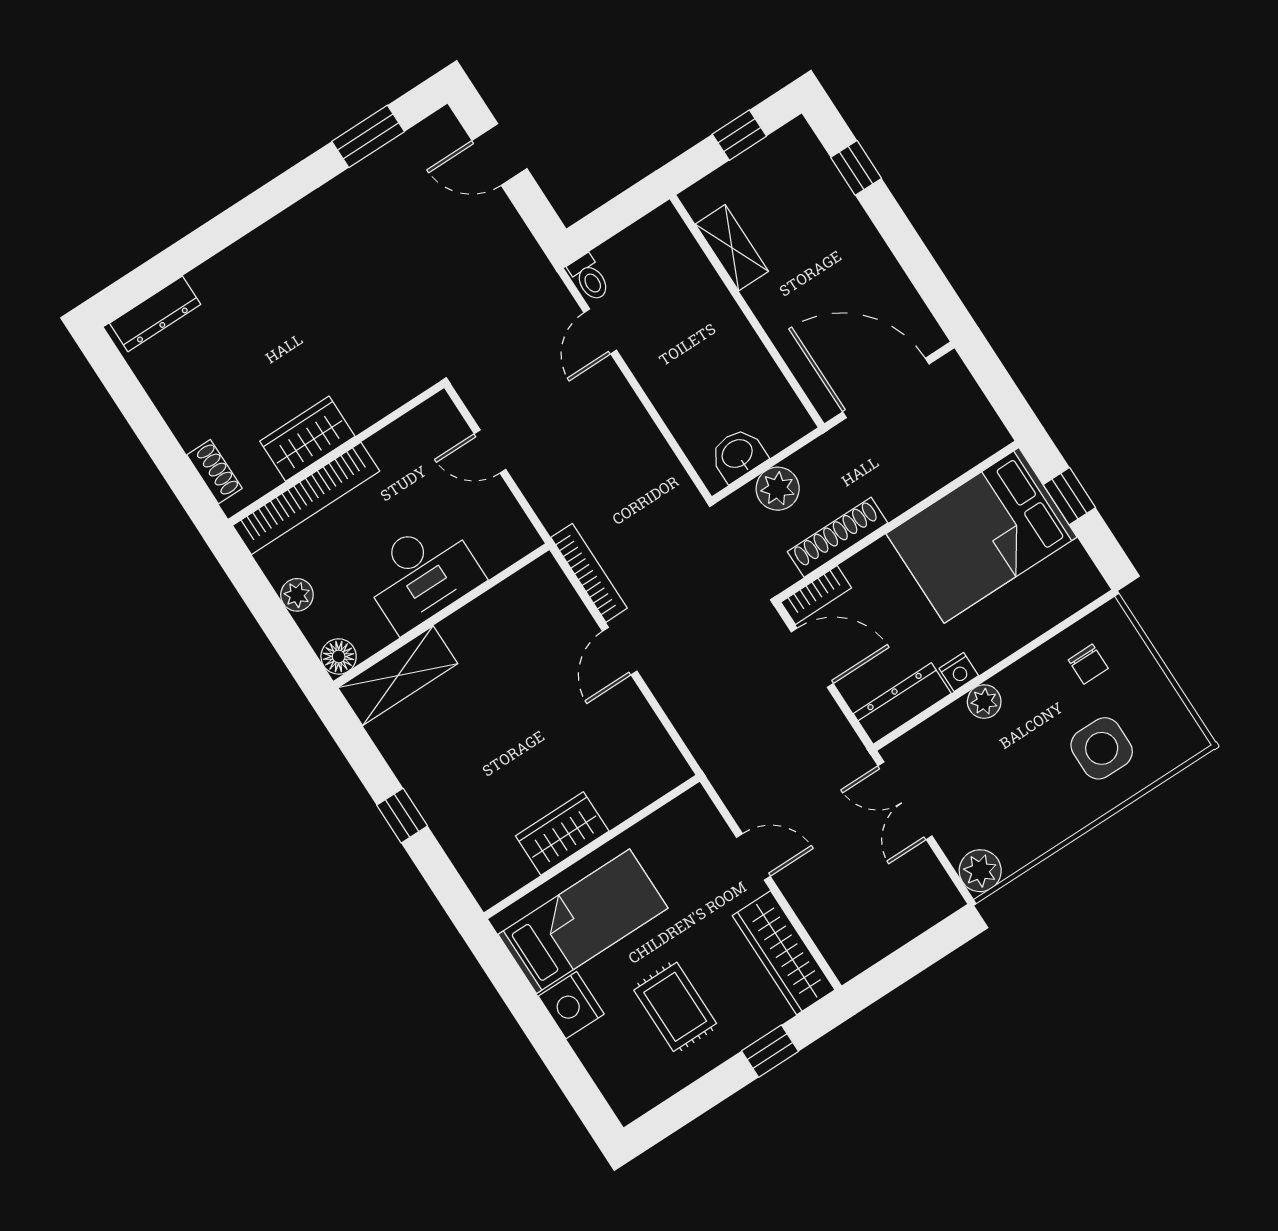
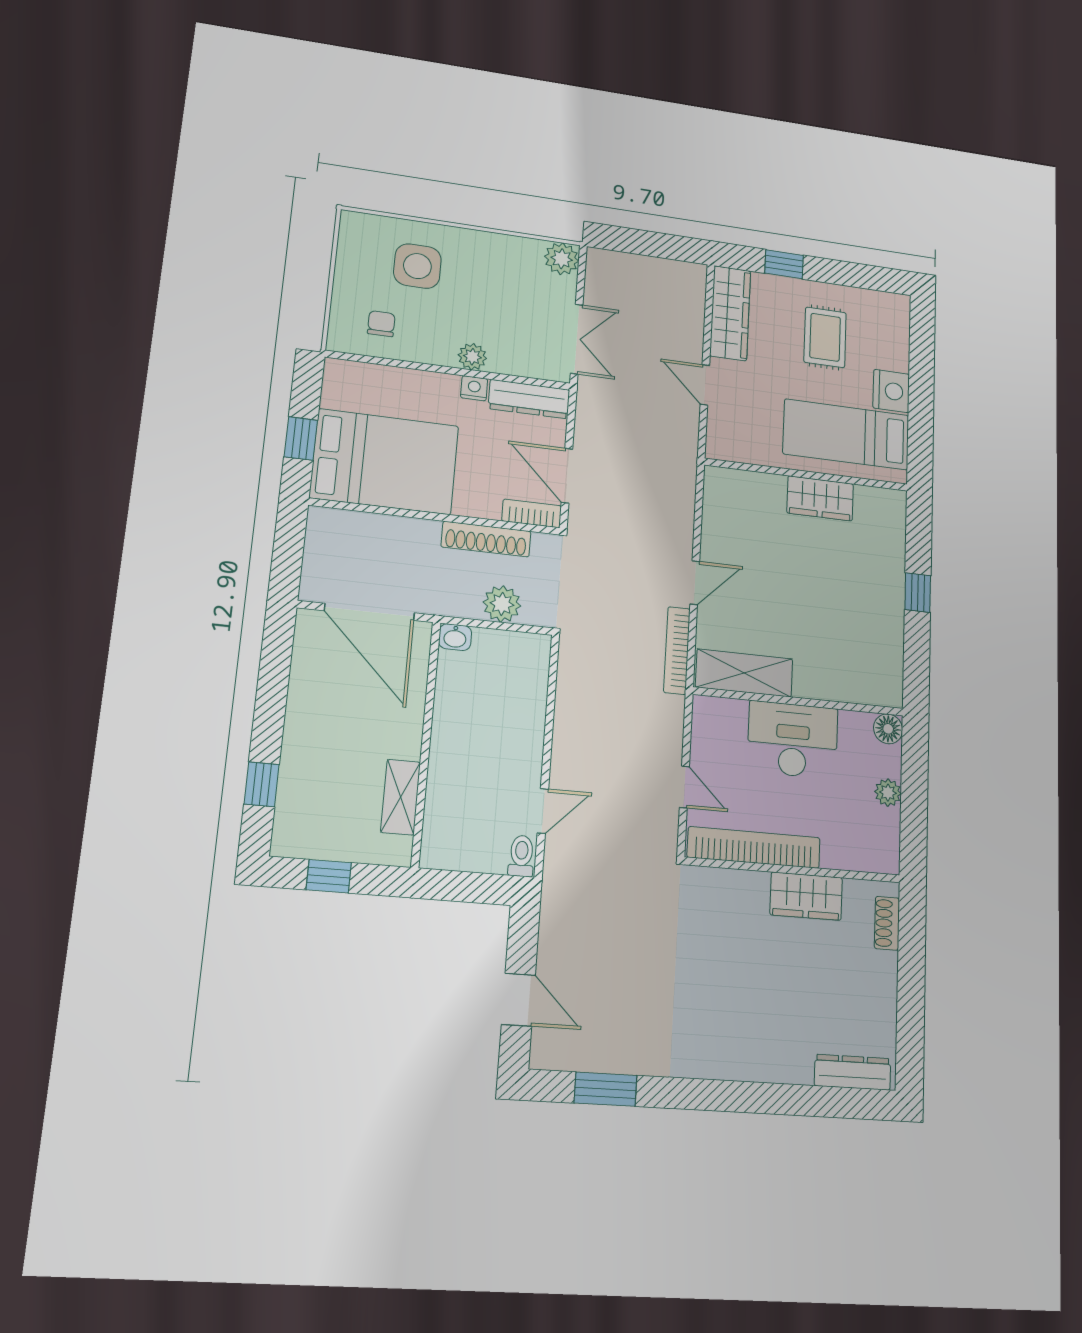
washbasin: (738, 455) -> (455, 637), moved, width x0.72, depth x0.69
bookcase: (306, 498) -> (754, 847), moved
shelving: (398, 676) -> (744, 673), moved

